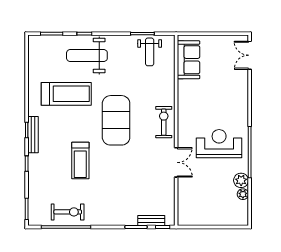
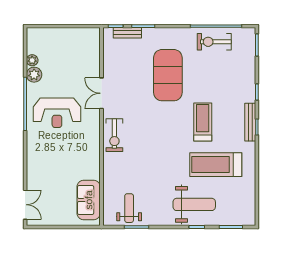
exercise mat: (116, 120) -> (168, 75), moved
treadmill: (80, 161) -> (203, 122), moved

